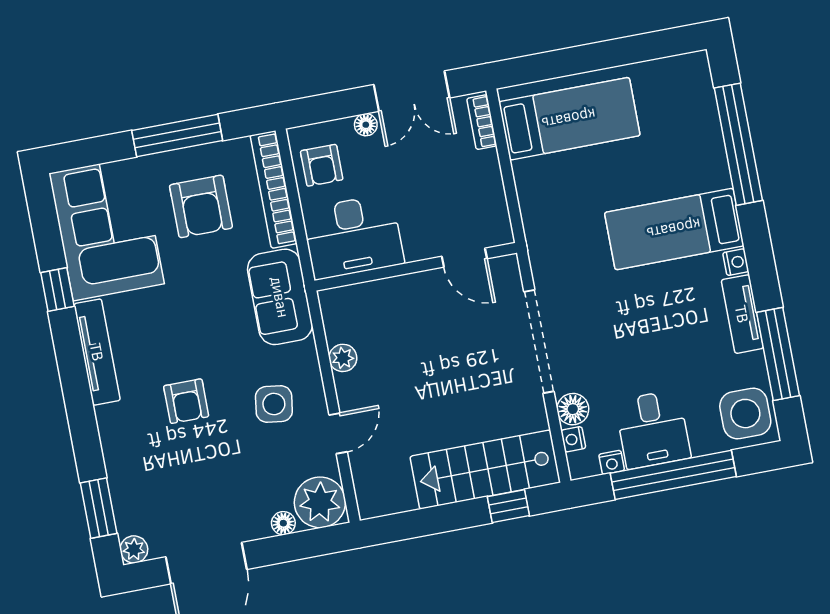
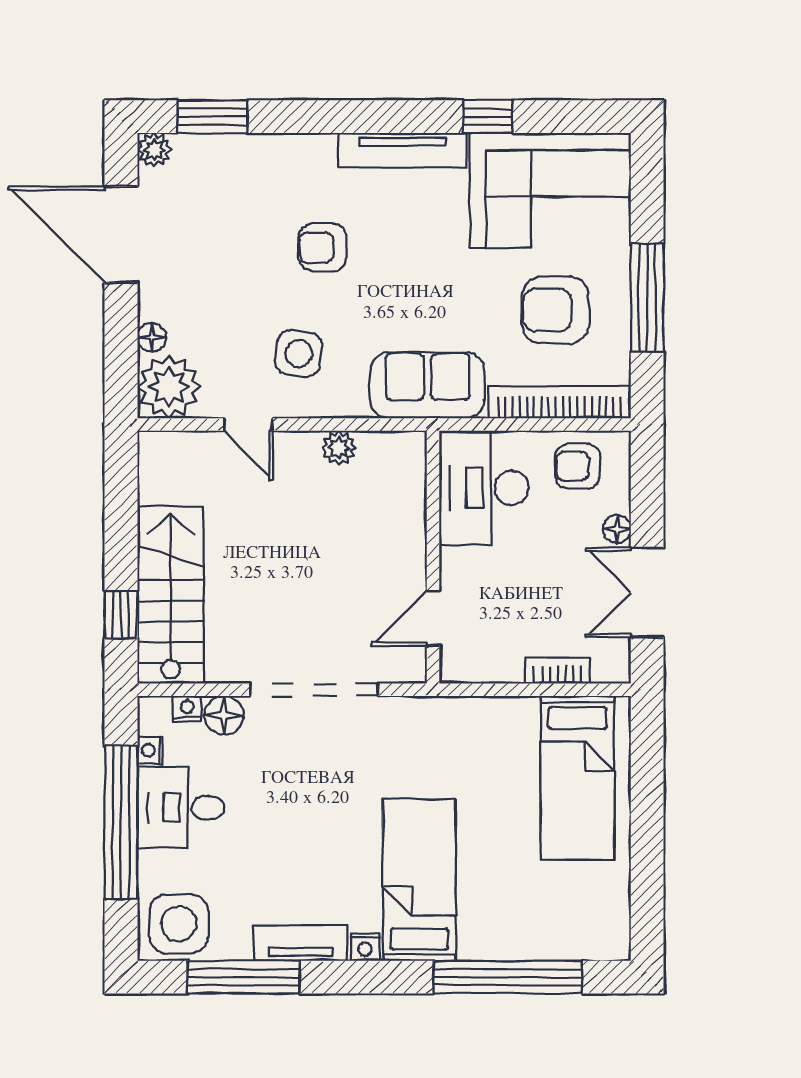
bookcase: (482, 122) -> (558, 671), moved

